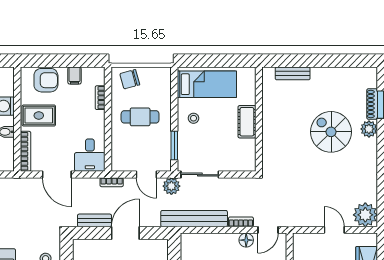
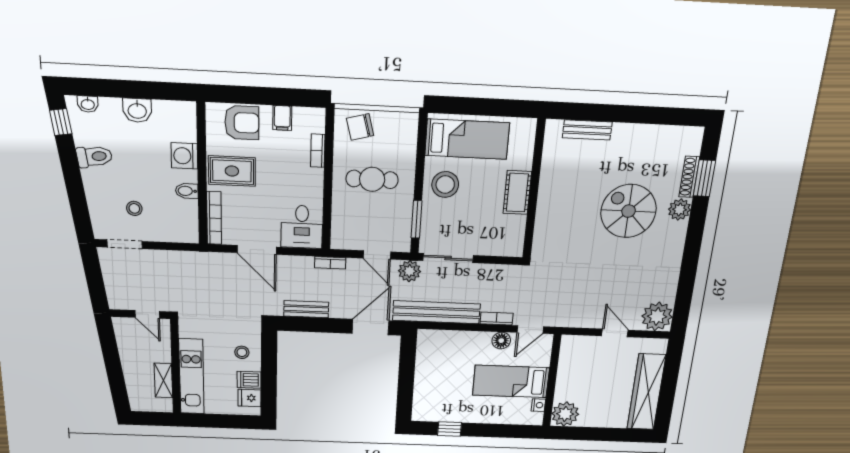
stool: (194, 118) -> (445, 185), width x1.89, depth x1.89
door: (125, 233) -> (371, 327), moved

